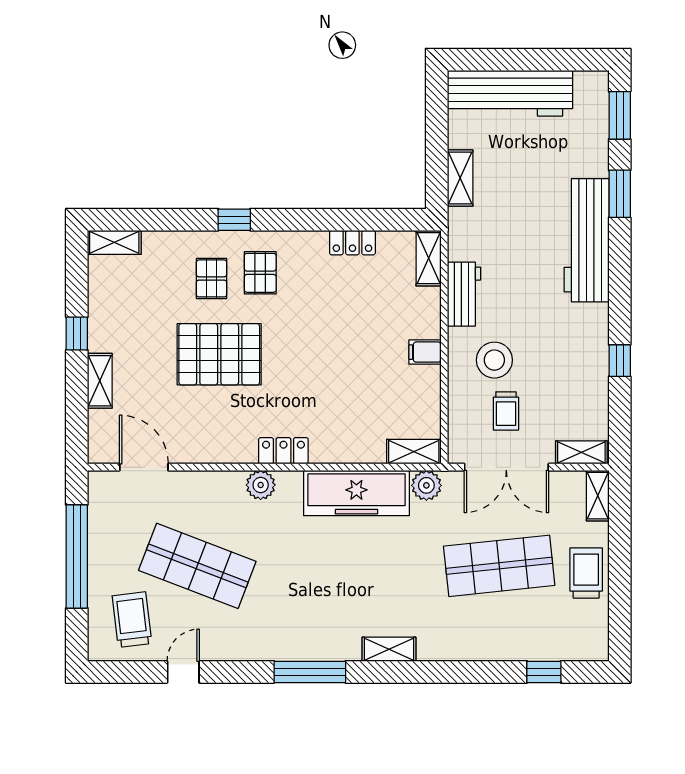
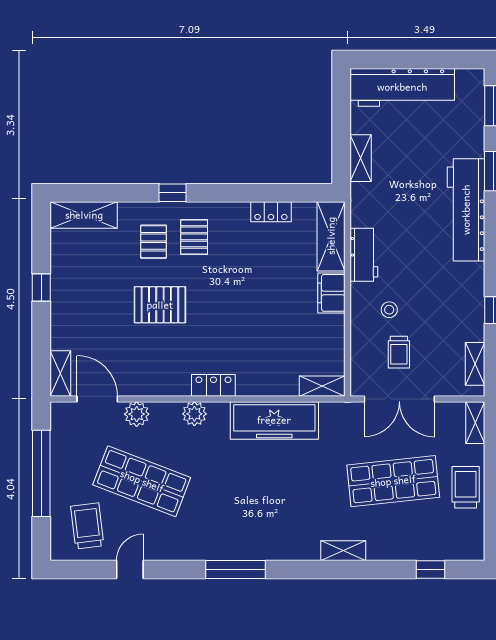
shelving: (114, 242) -> (84, 215), width x1.50, depth x1.33
shelving: (429, 258) -> (331, 236), width x1.50, depth x1.33
filing cabinet: (425, 352) -> (331, 293), width x2.00
pallet: (219, 354) -> (160, 305), width x0.73, depth x0.71
stool: (494, 360) -> (389, 310), width x0.53, depth x0.53
shelving: (100, 381) -> (60, 373), moved
shelving: (581, 452) -> (475, 364), moved, turned 90
plant: (426, 485) -> (137, 414), moved
shelving: (389, 649) -> (343, 551), moved

